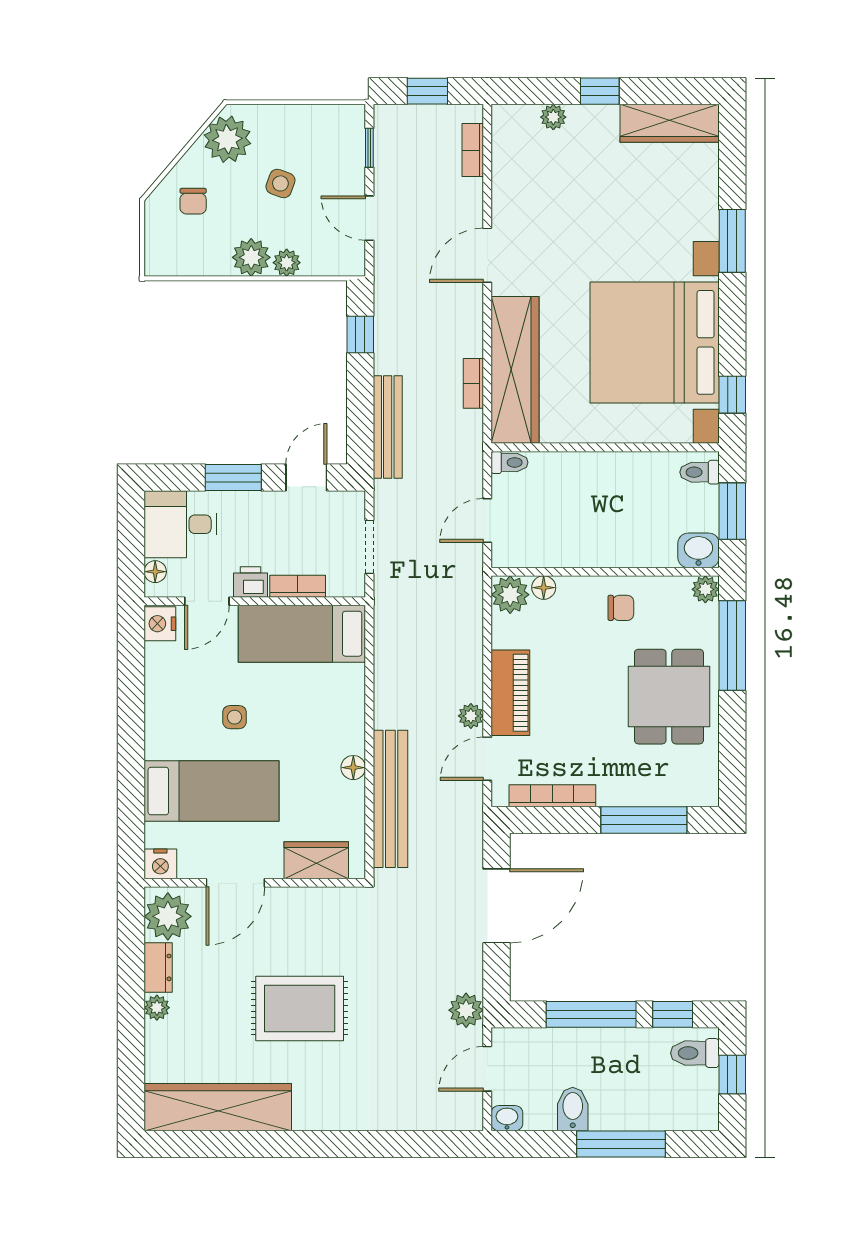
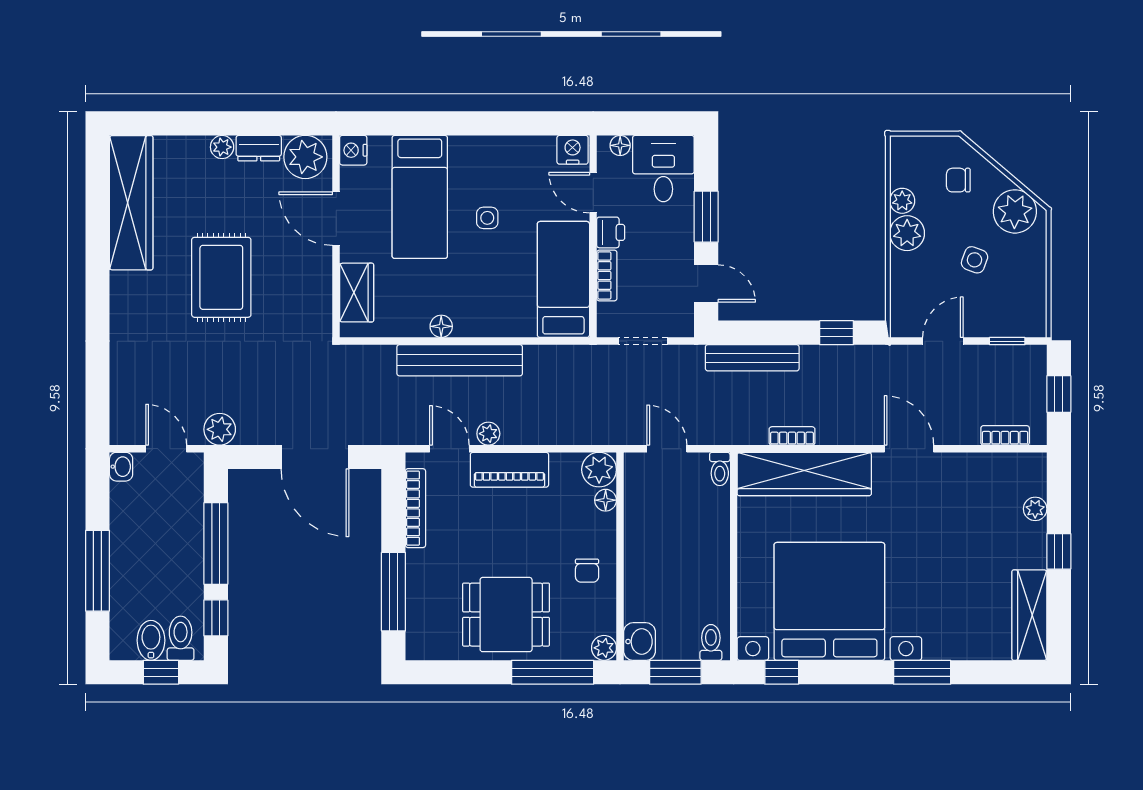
plant: (287, 263) -> (902, 201), moved
bench: (390, 799) -> (460, 360), moved
bidet: (573, 1109) -> (151, 640), moved, turned -90

